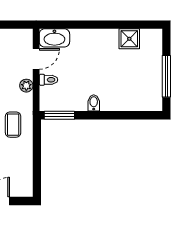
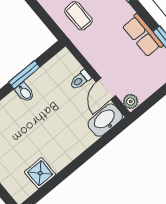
plant: (26, 86) -> (131, 101), moved
window: (59, 115) -> (24, 75), moved

